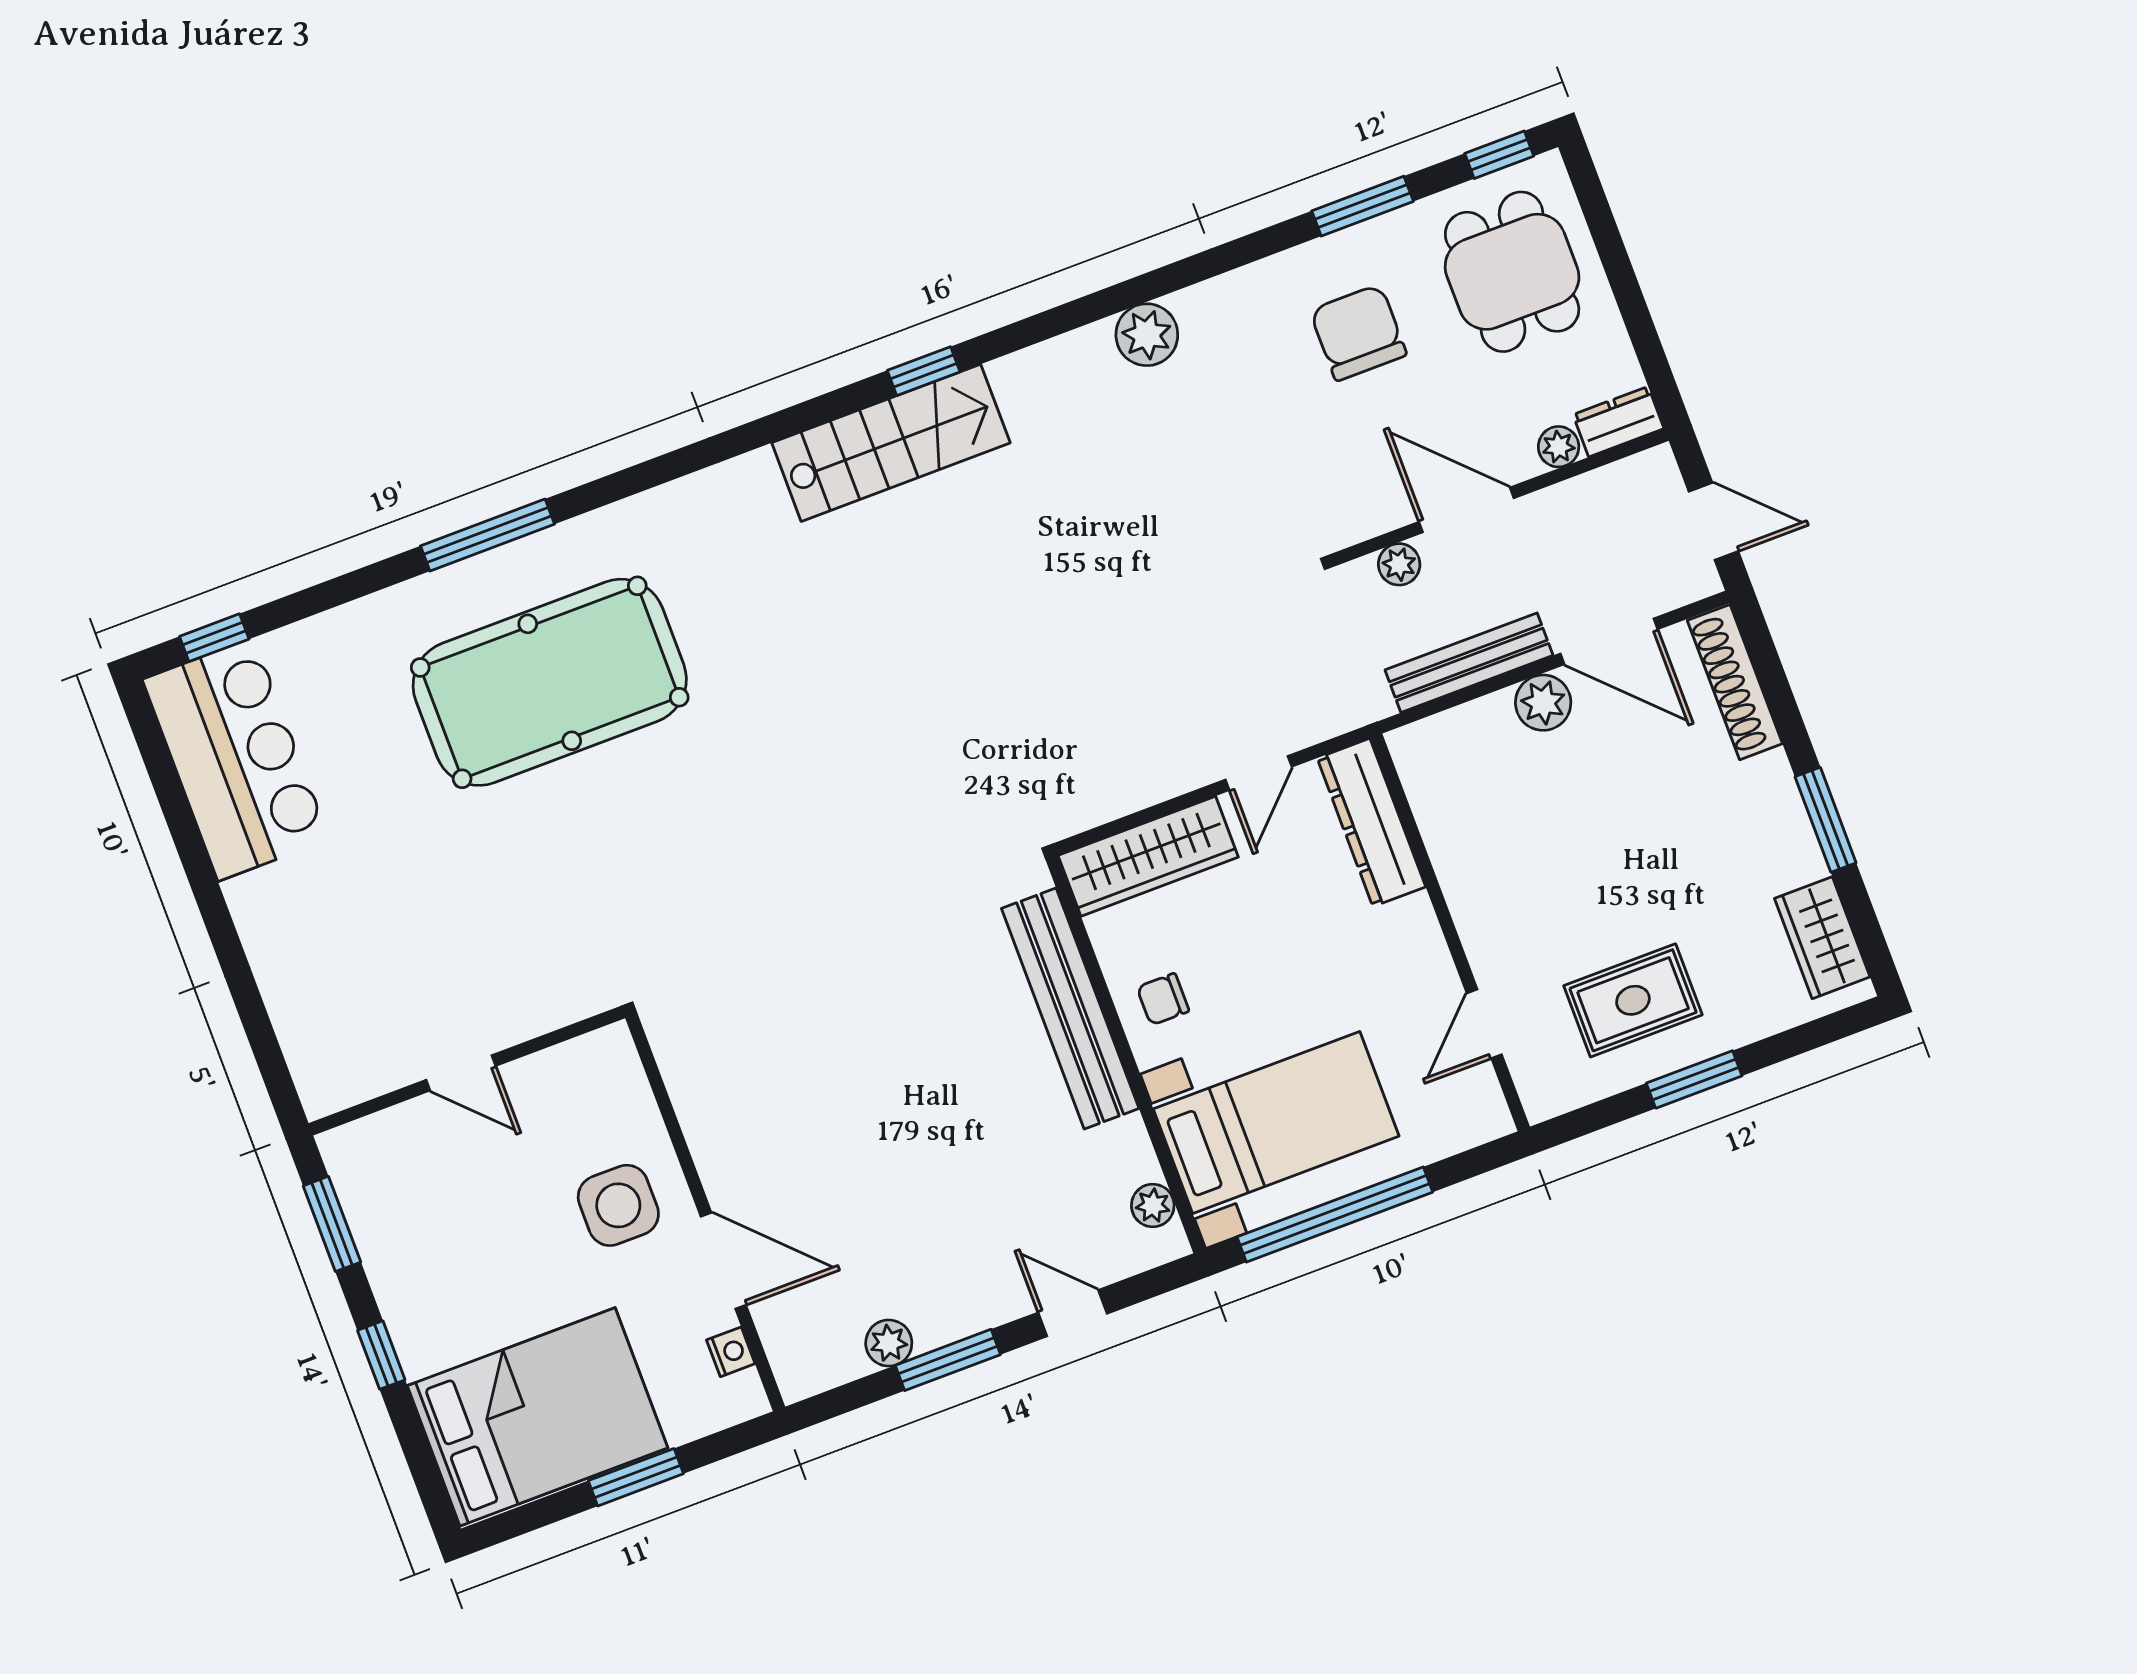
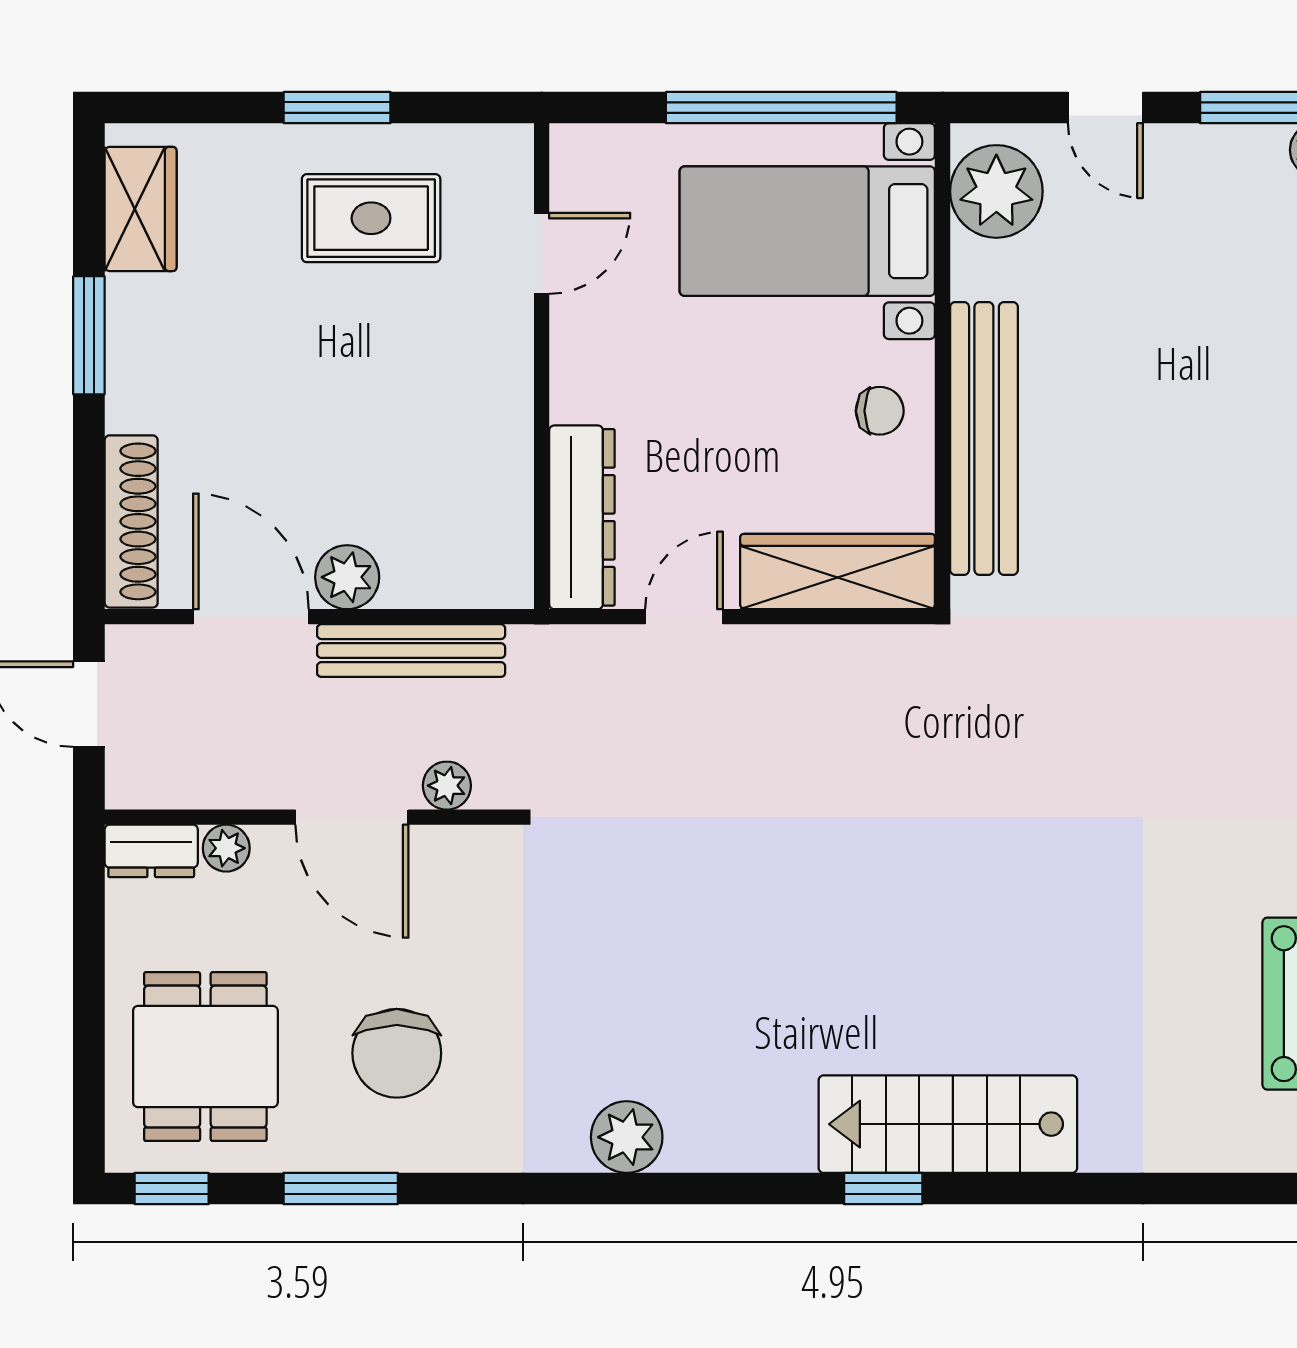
plant: (1153, 1205) -> (996, 191), width x1.88, depth x1.88

